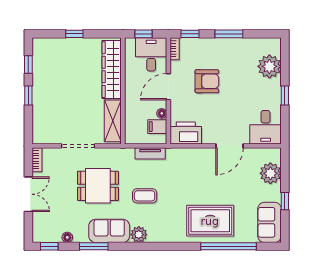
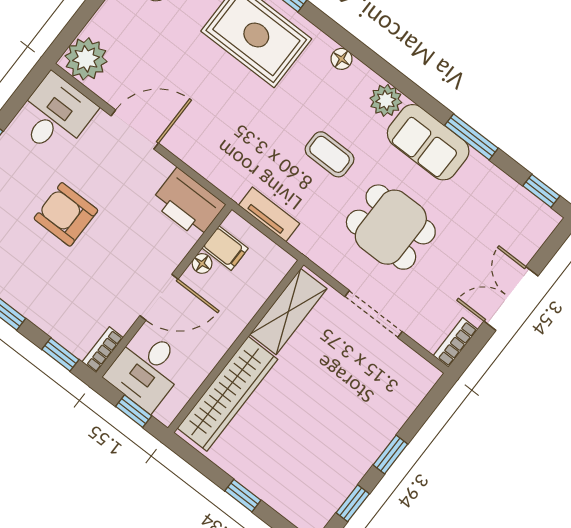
armchair: (207, 81) -> (66, 214), moved
plant: (270, 173) -> (86, 59), moved
floor lamp: (67, 237) -> (341, 59), moved

